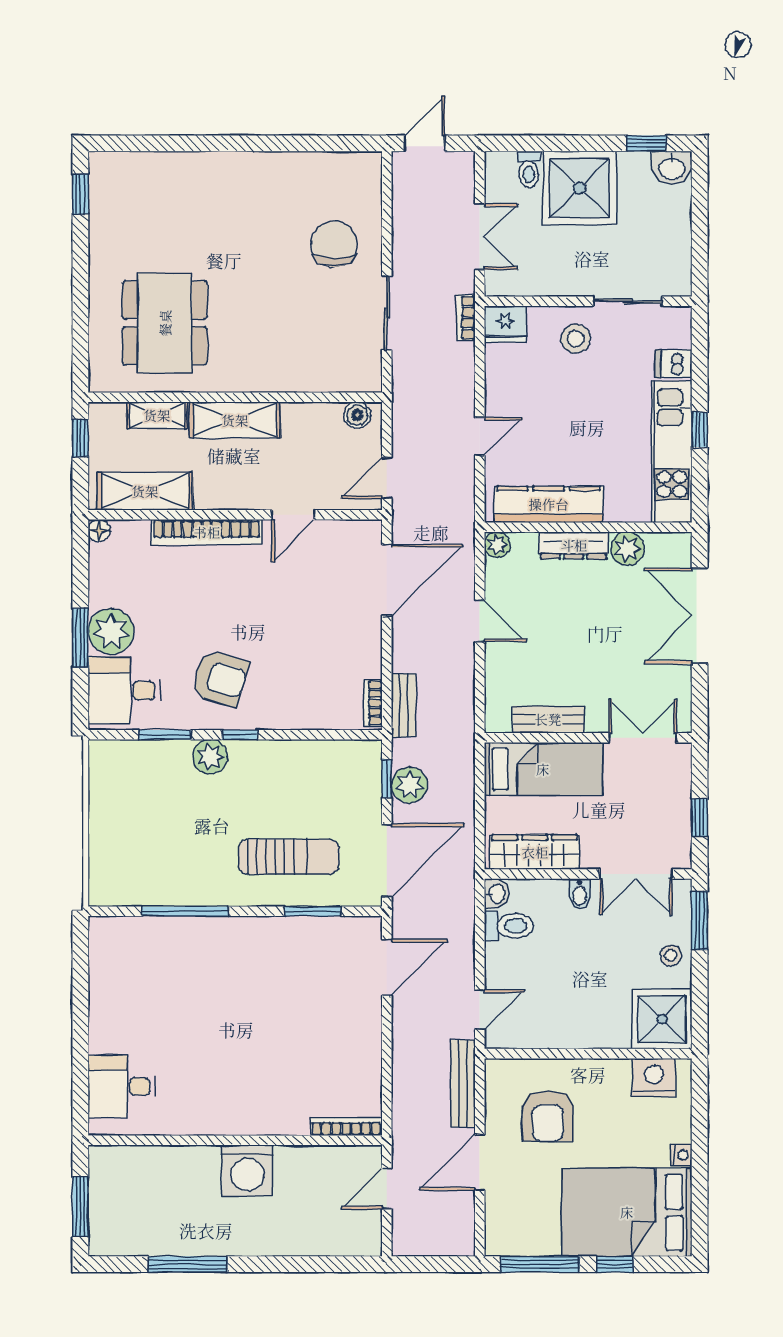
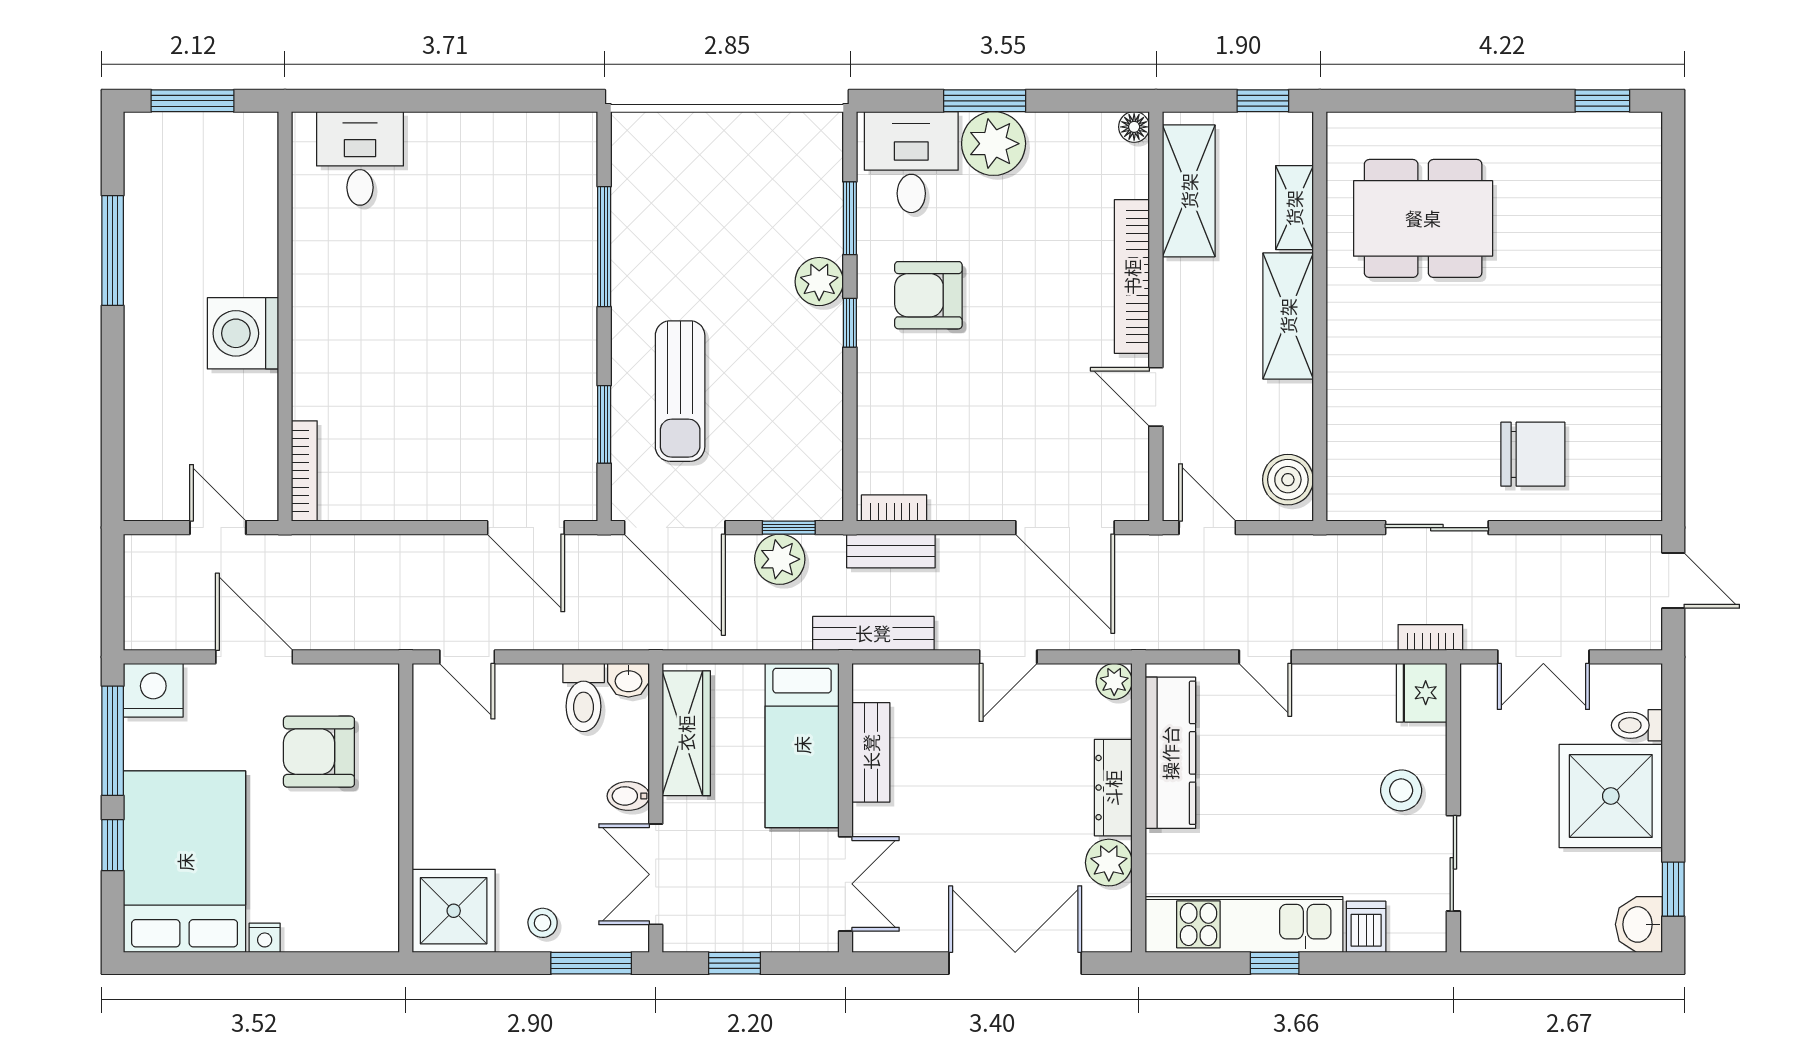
boiler: (357, 415) -> (1288, 480), width x1.36, depth x1.36
armchair: (220, 678) -> (928, 295), turned 74
nightstand: (654, 1078) -> (153, 690), moved, turned -90
bench: (463, 1084) -> (873, 633), moved

